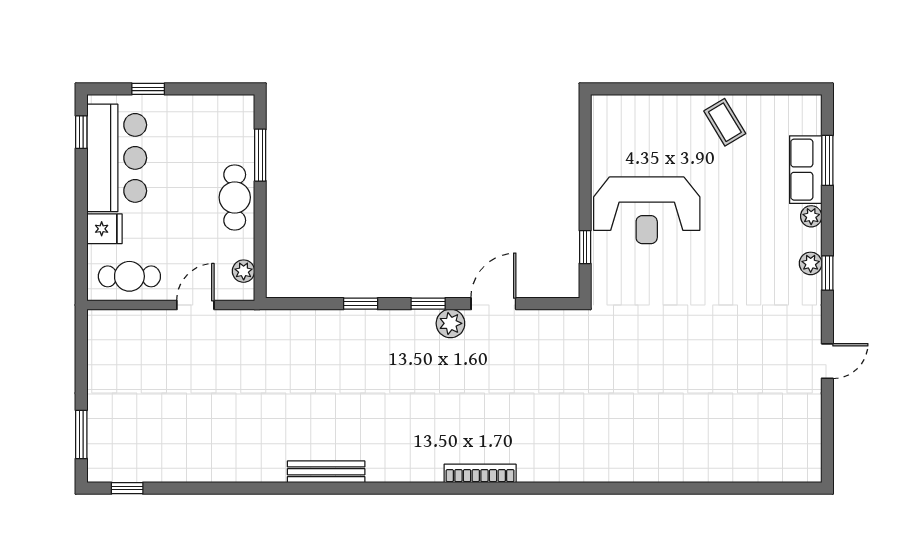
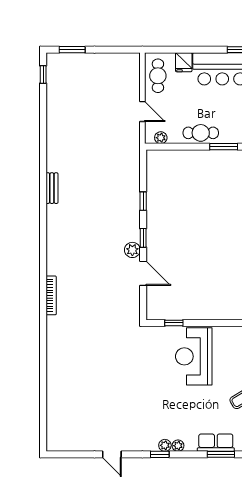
plant: (811, 216) -> (178, 446), moved
bench: (326, 472) -> (52, 188), width x0.73
bookcase: (480, 473) -> (51, 295), moved

